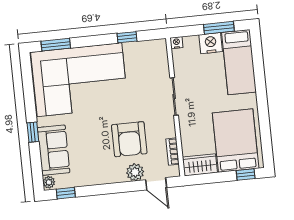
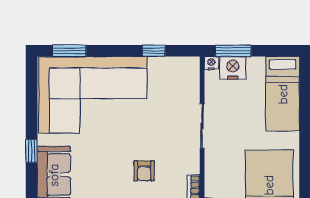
window: (219, 28) -> (233, 51), moved
nightstand: (211, 43) -> (233, 68), moved
armchair: (129, 139) -> (144, 171), width x0.53, depth x0.53

